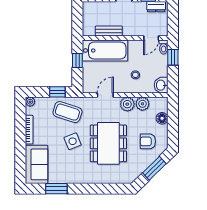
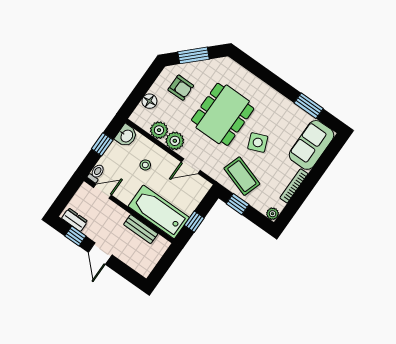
window: (173, 57) -> (102, 144), moved

